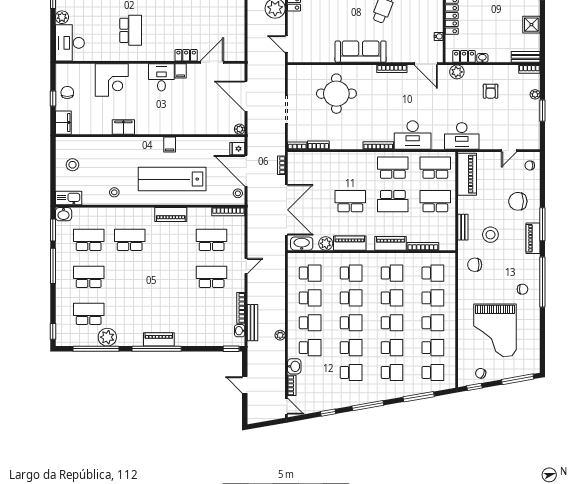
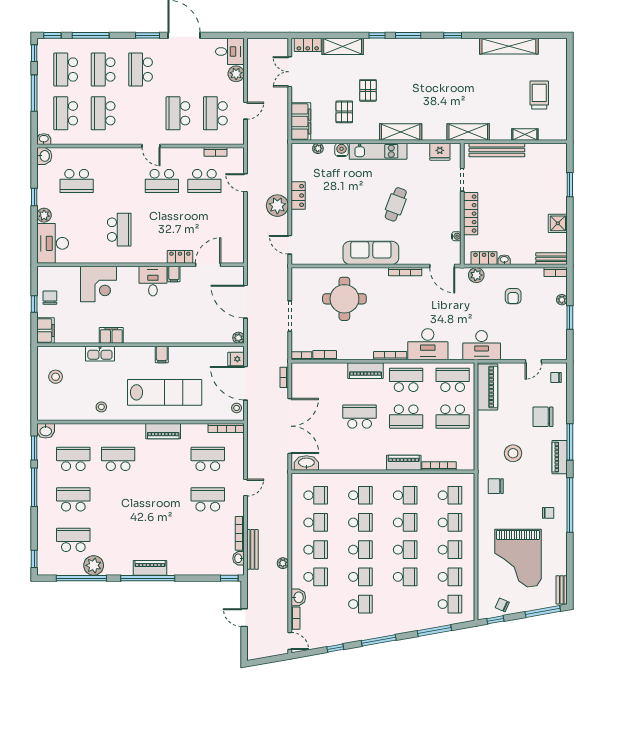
lab bench: (172, 179) -> (165, 392), turned 180
kitchen sink: (69, 198) -> (100, 354), moved, turned 180
school desk: (435, 201) -> (453, 417), turned 180
bench: (463, 227) -> (562, 590), moved
plant: (326, 243) -> (333, 463), removed
piano: (350, 243) -> (365, 371), moved, turned 180
school desk: (392, 372) -> (405, 604), removed

